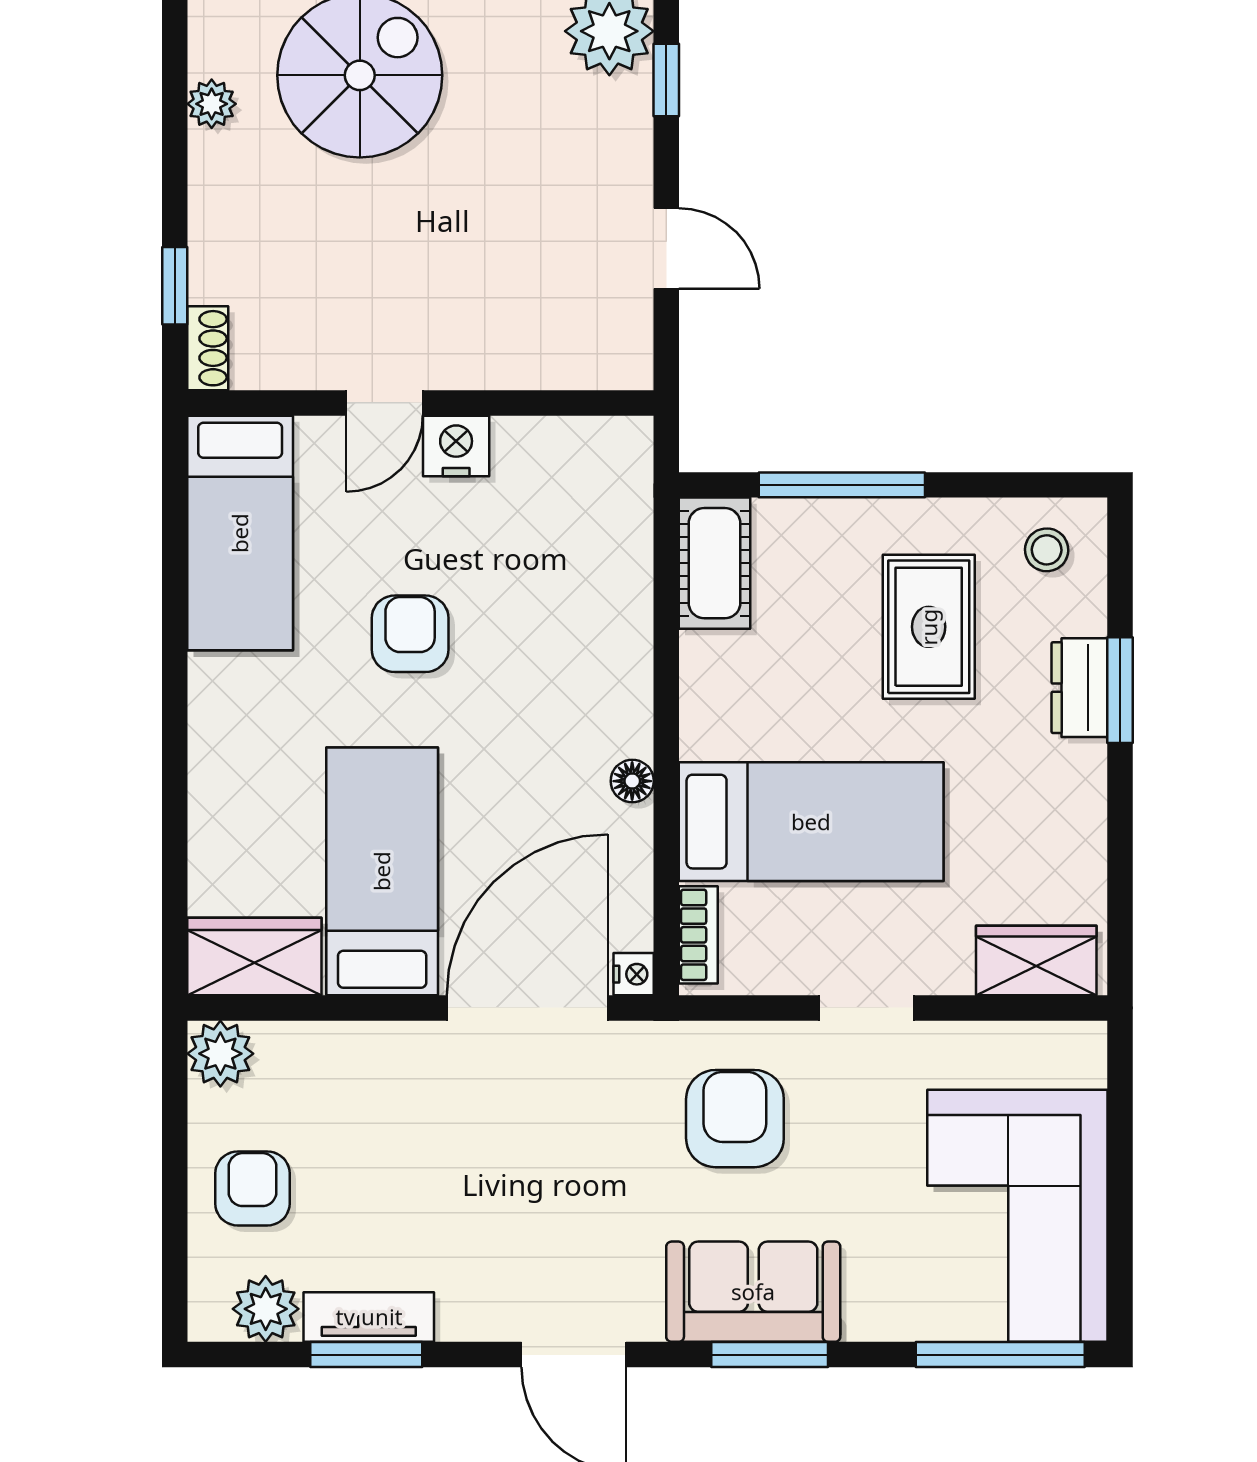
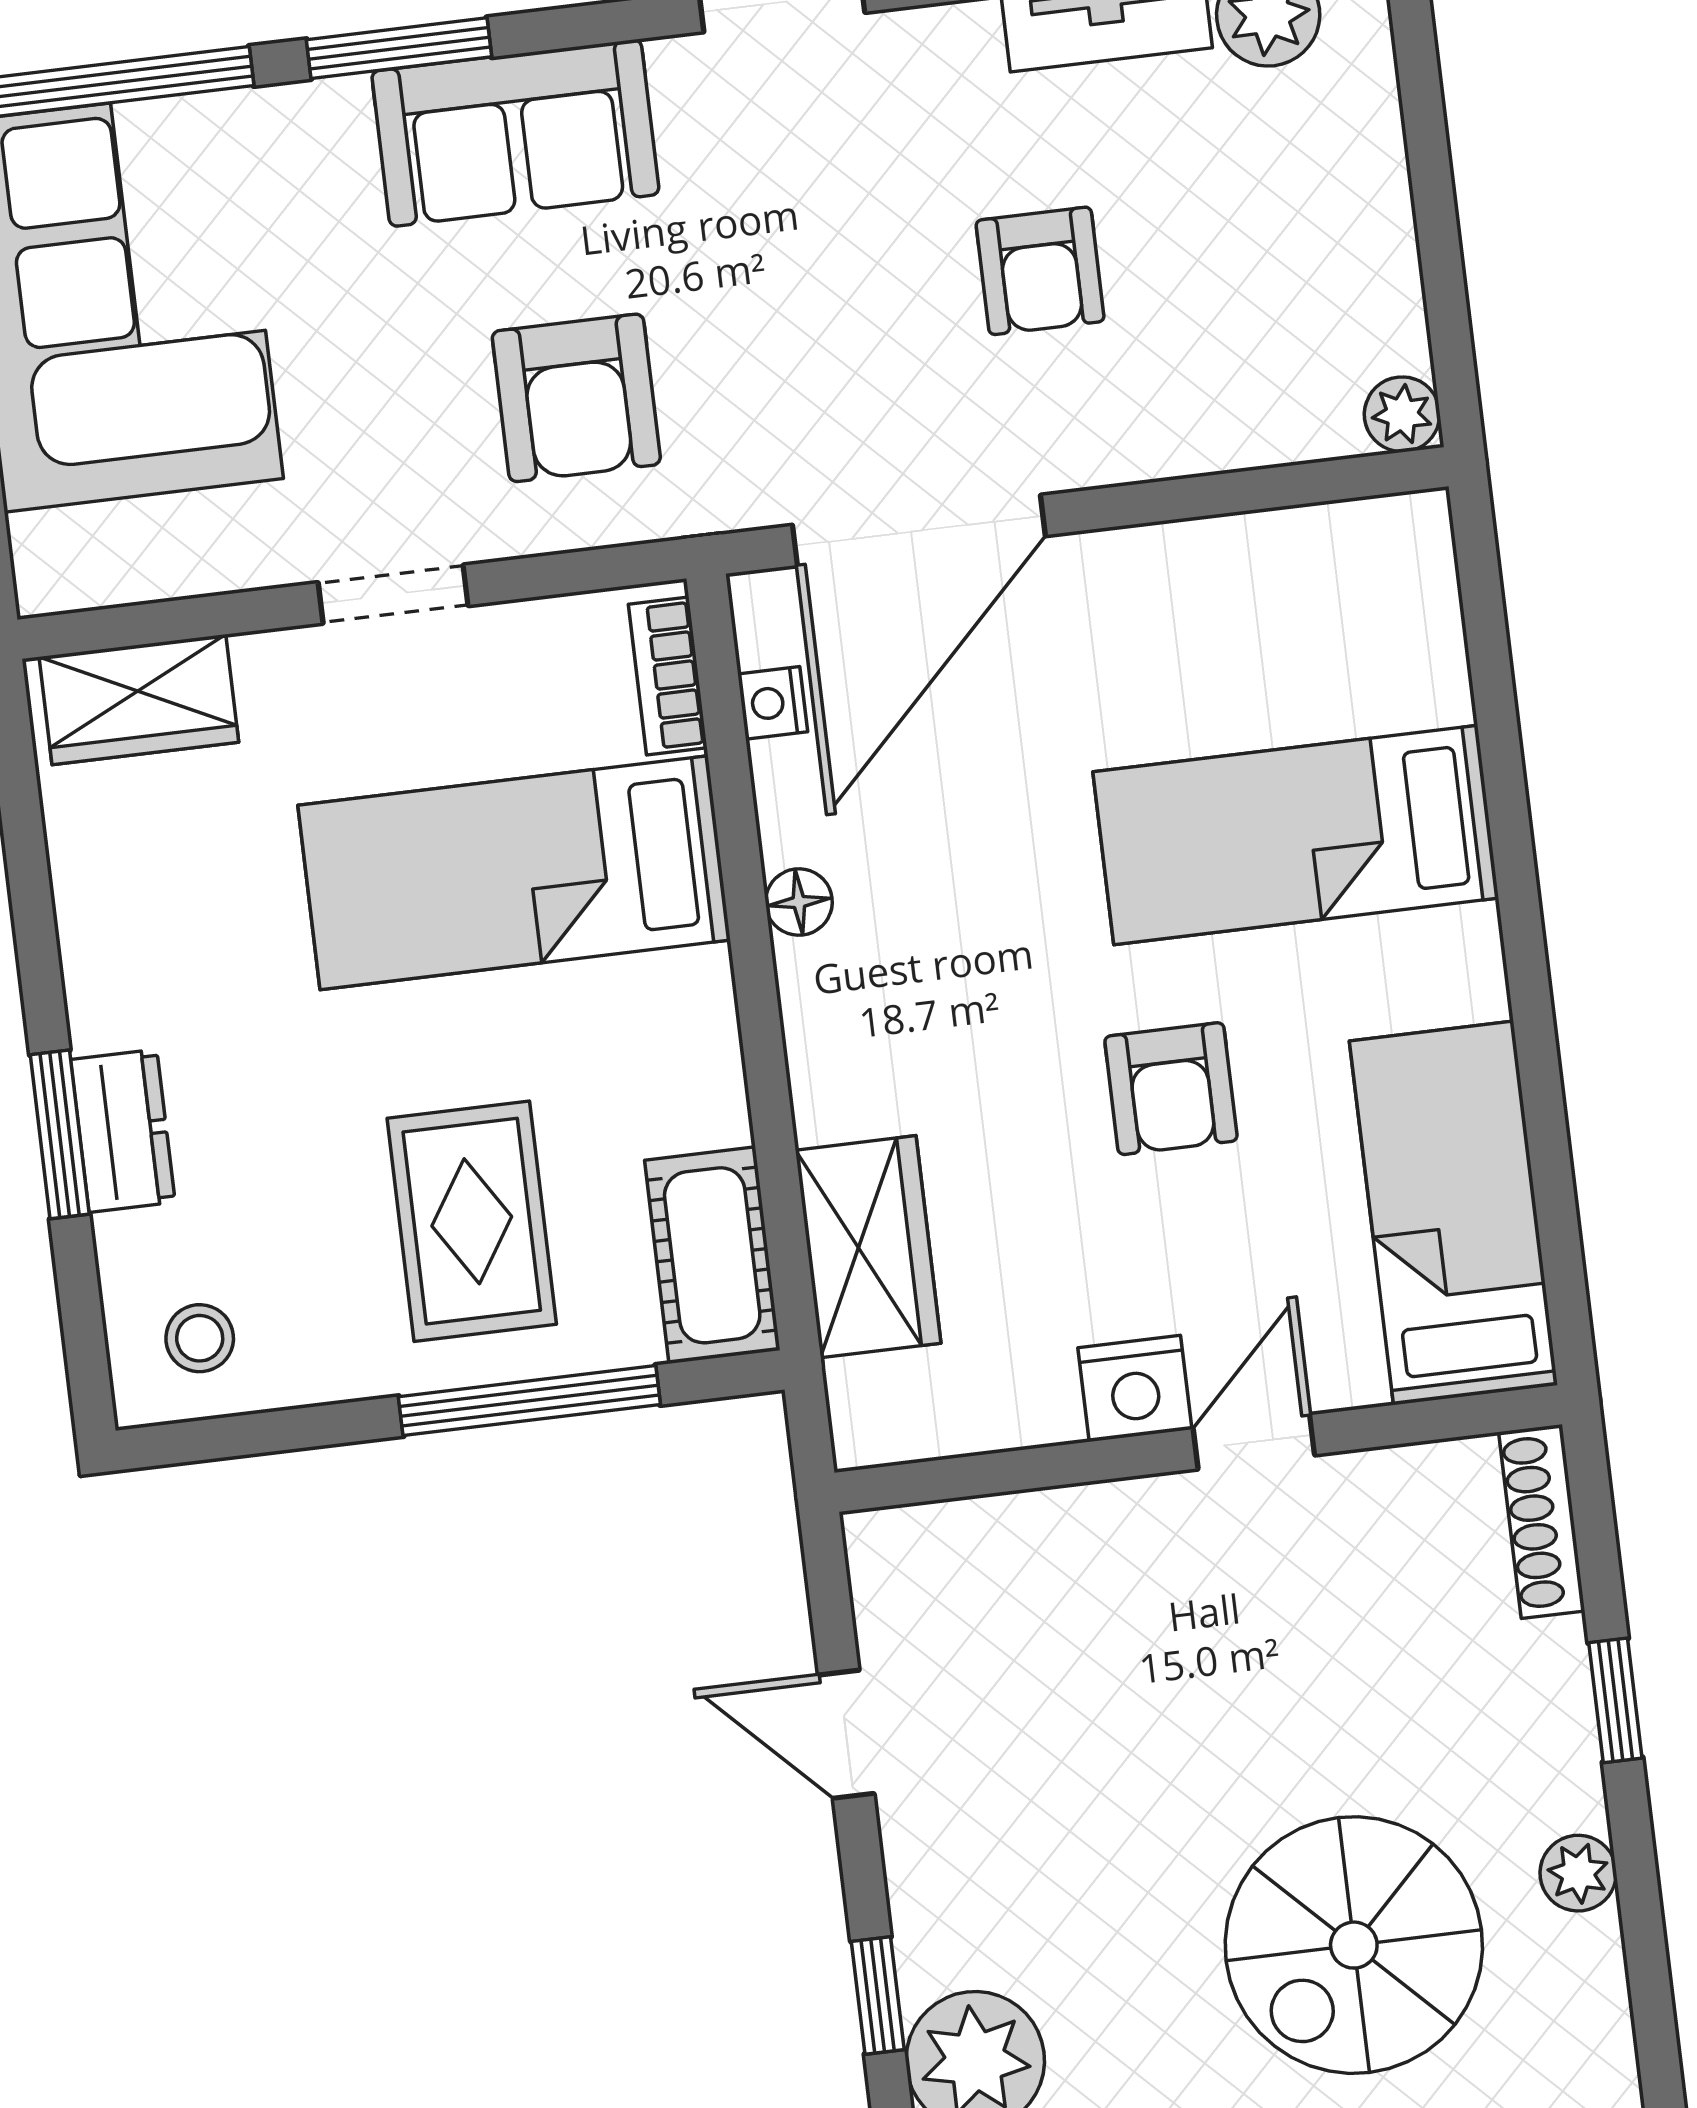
window: (175, 286) -> (1615, 1700), moved
shoe rack: (208, 348) -> (1542, 1522), width x1.43
rug: (929, 627) -> (472, 1221), moved
bed: (382, 871) -> (1296, 835), moved, turned 90
wardrobe: (254, 956) -> (868, 1247), moved, turned -90
nightstand: (634, 974) -> (773, 703), moved
plant: (220, 1054) -> (1402, 414), width x0.73, depth x0.73
armchair: (252, 1188) -> (1040, 271), moved
window: (770, 1355) -> (399, 48), moved

